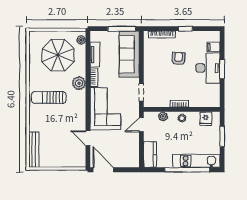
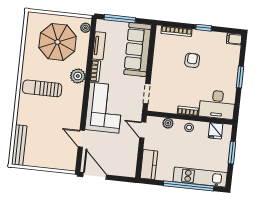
window: (122, 29) -> (120, 19), moved
filing cabinet: (213, 47) -> (234, 39), moved
desk: (208, 68) -> (217, 104), moved, turned 90
door: (141, 125) -> (143, 130), hinge flipped

